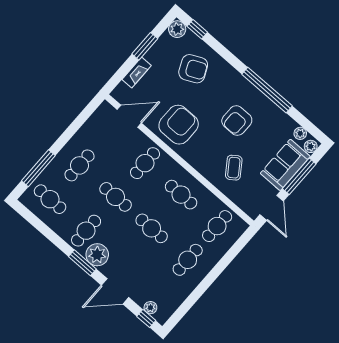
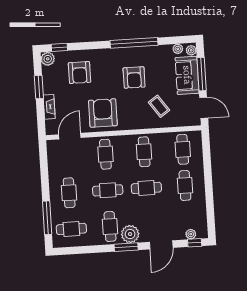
armchair: (193, 69) -> (79, 73), turned 115
cafe table: (181, 195) -> (144, 152), turned 90

